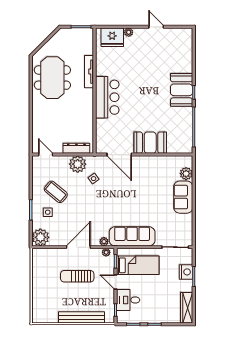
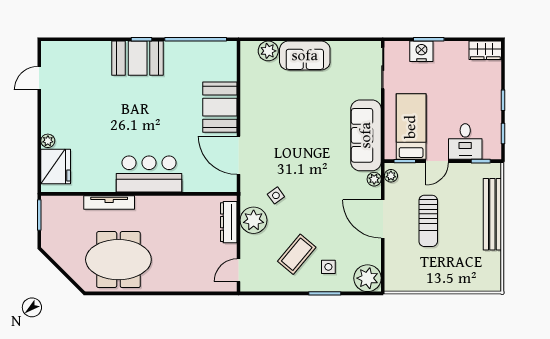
door: (156, 27) -> (39, 78), moved
door: (119, 155) -> (238, 155), swing flipped
wardrobe: (187, 308) -> (485, 50), width x0.67

